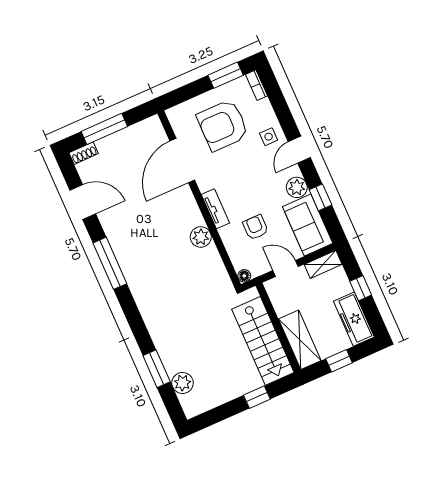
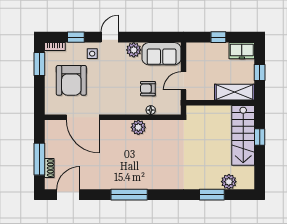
door: (299, 150) -> (110, 37), swing flipped
shoe rack: (84, 153) -> (49, 168), moved
window: (320, 197) -> (76, 37), moved
door: (83, 202) -> (68, 195), moved
tv unit: (215, 209) -> (124, 109), removed
shelving: (323, 264) -> (192, 55), removed
floor lamp: (244, 276) -> (151, 110), moved
freezer: (354, 319) -> (242, 51), width x0.71
stairs: (263, 341) -> (243, 135), moved, turned 90

